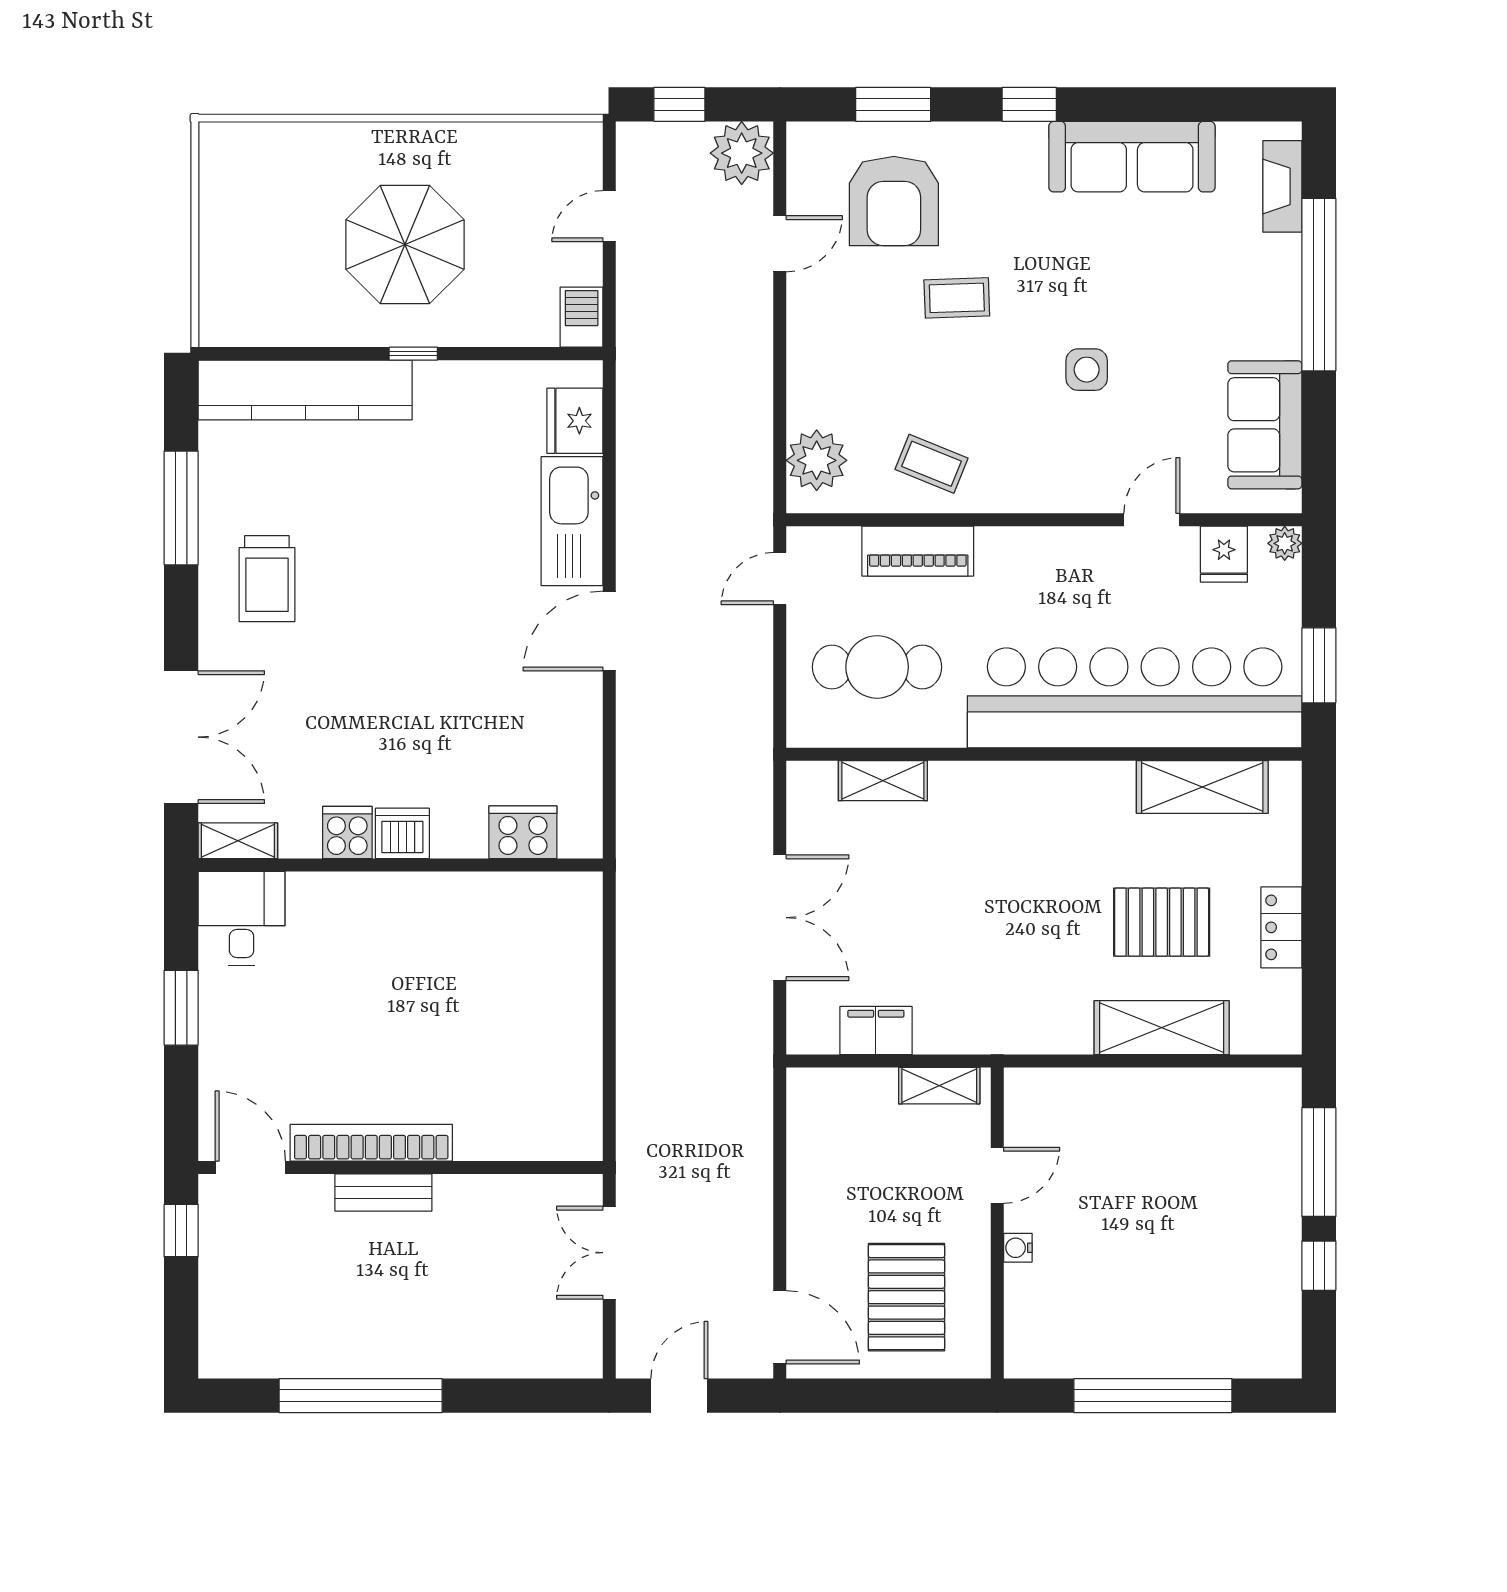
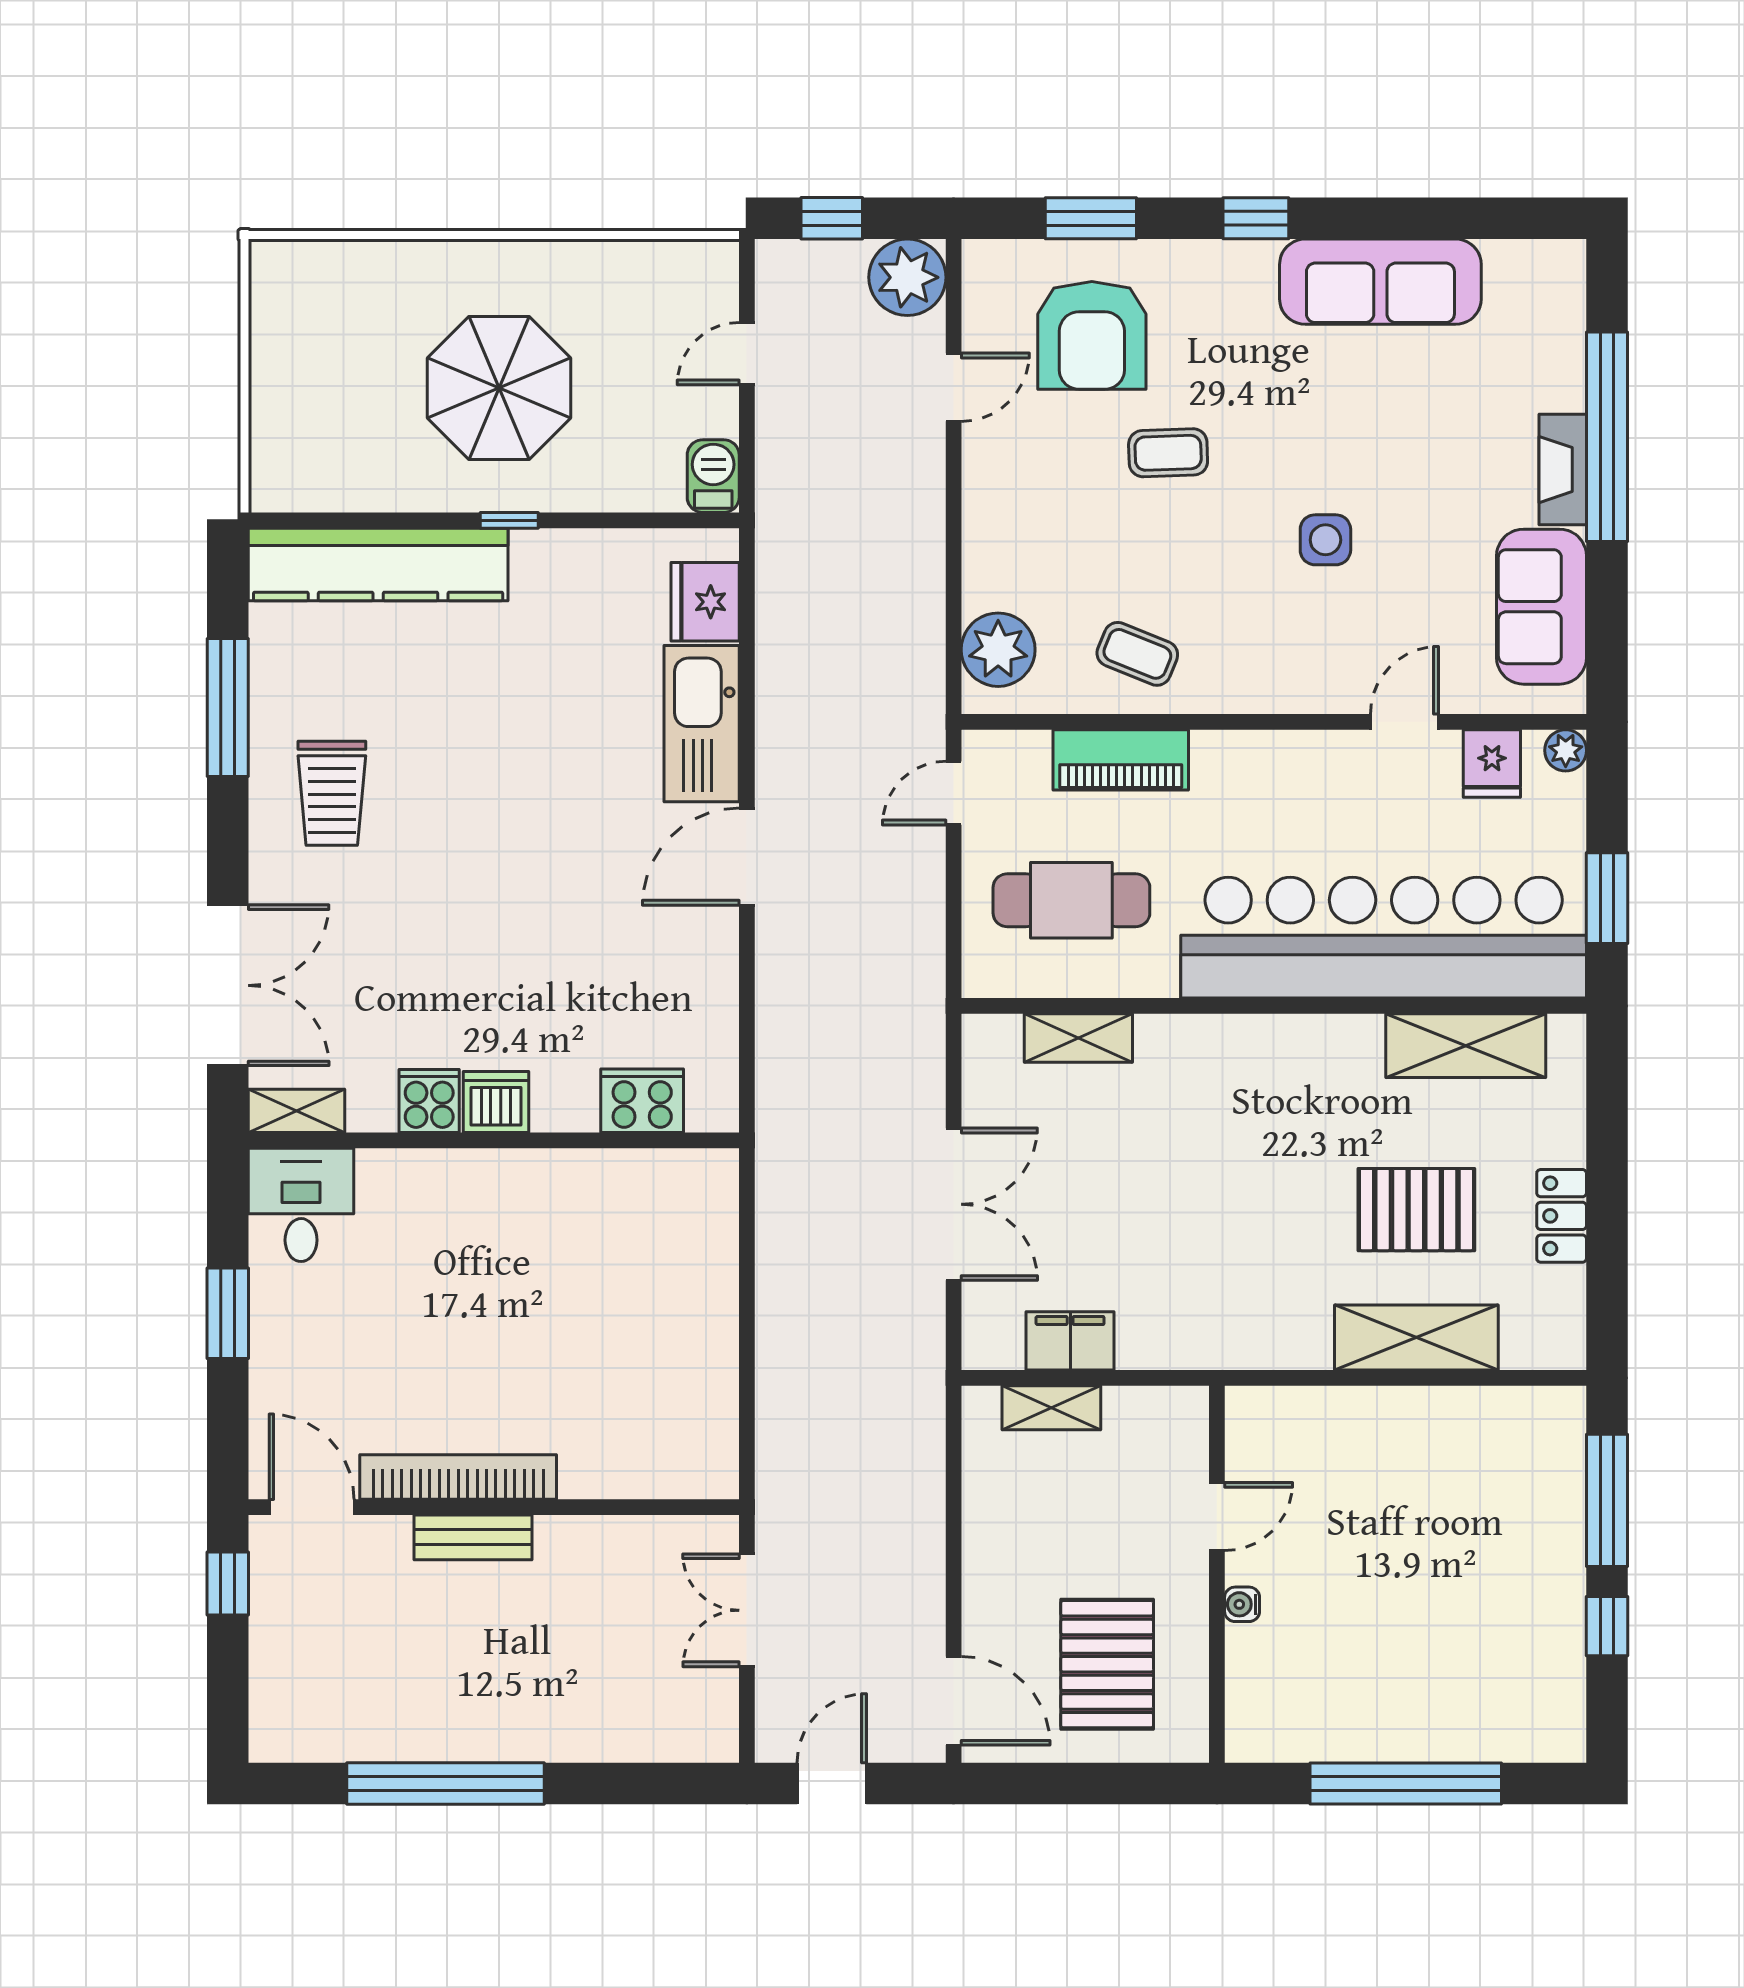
fireplace: (1282, 186) -> (1563, 470), moved
shelving: (939, 1086) -> (1051, 1408), moved

